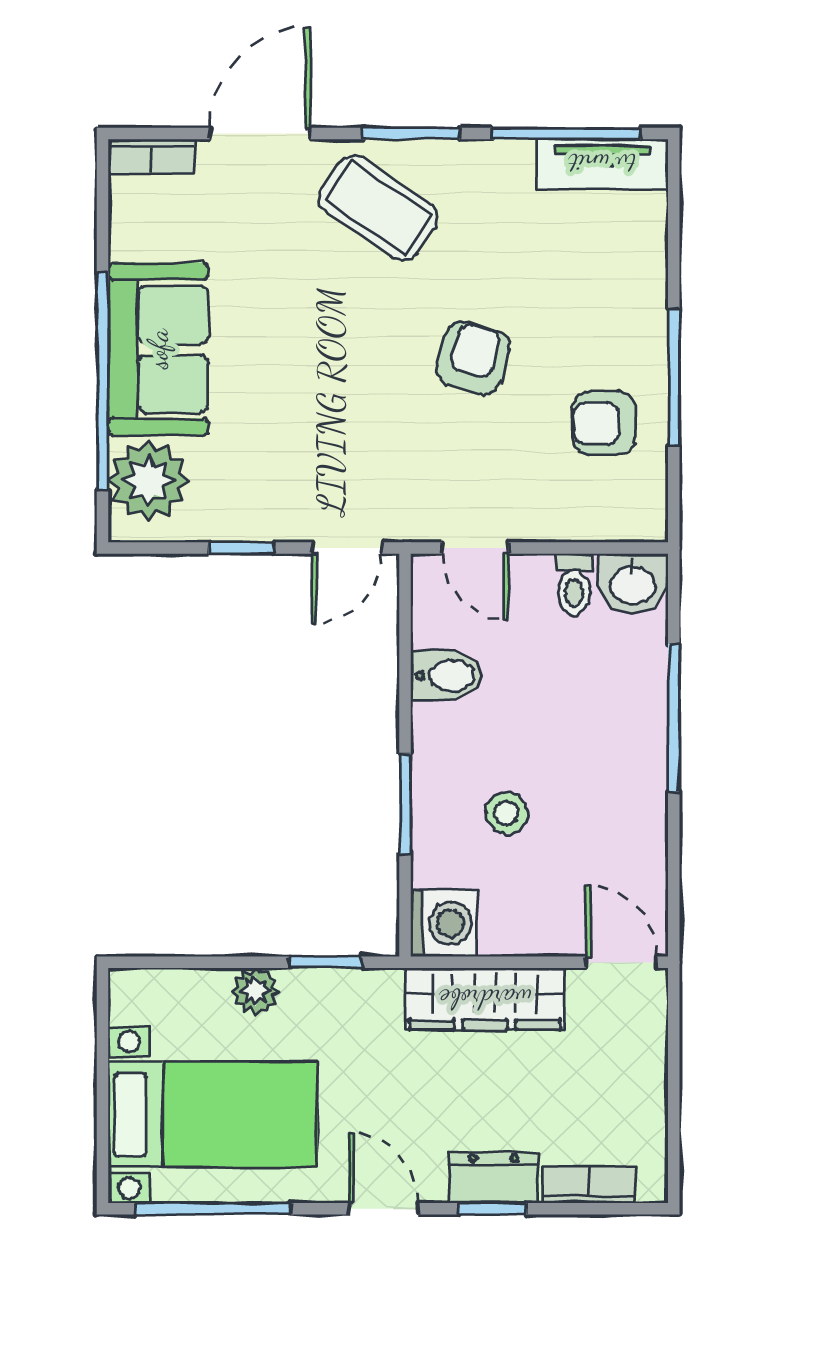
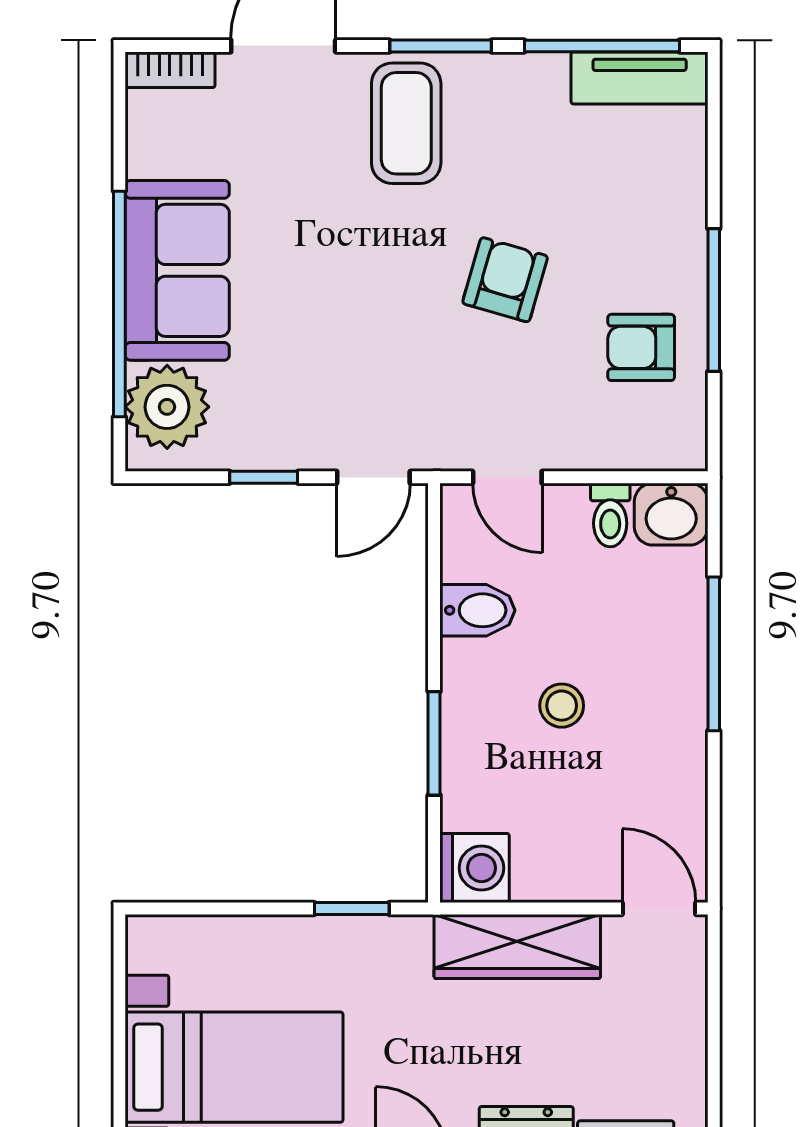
coffee table: (378, 208) -> (406, 123), turned 56
stool: (507, 813) -> (562, 706), moved
plant: (255, 991) -> (278, 939), removed

